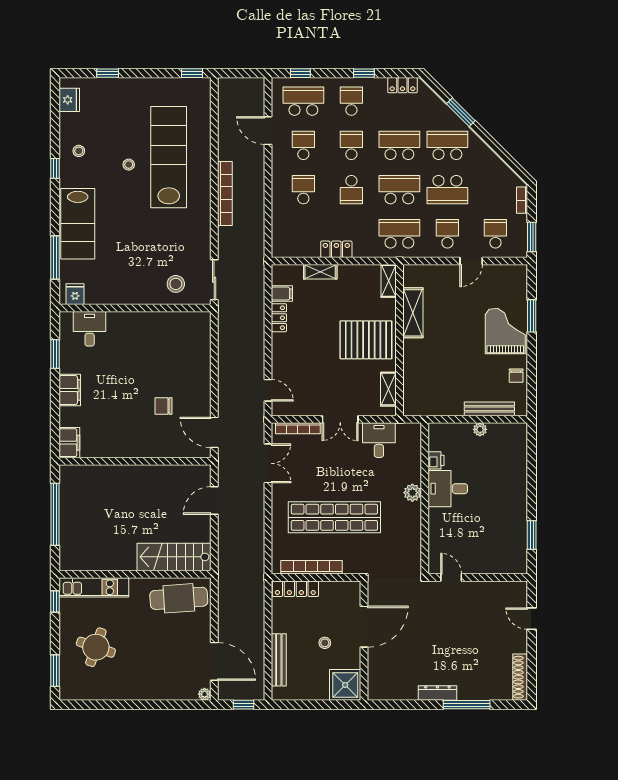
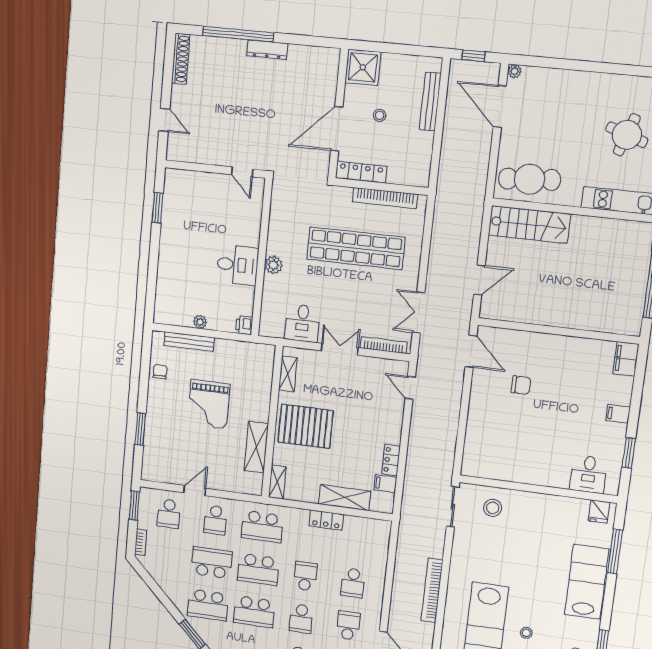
school desk: (303, 145) -> (348, 626), turned 180
shelving: (320, 272) -> (345, 498), width x1.50, depth x1.33
grand piano: (505, 331) -> (209, 404), moved
filing cabinet: (70, 390) -> (618, 414), width x0.50
printer: (436, 460) -> (244, 325), moved
locker: (295, 589) -> (361, 172), moved
window: (467, 705) -> (238, 34), width x1.46

